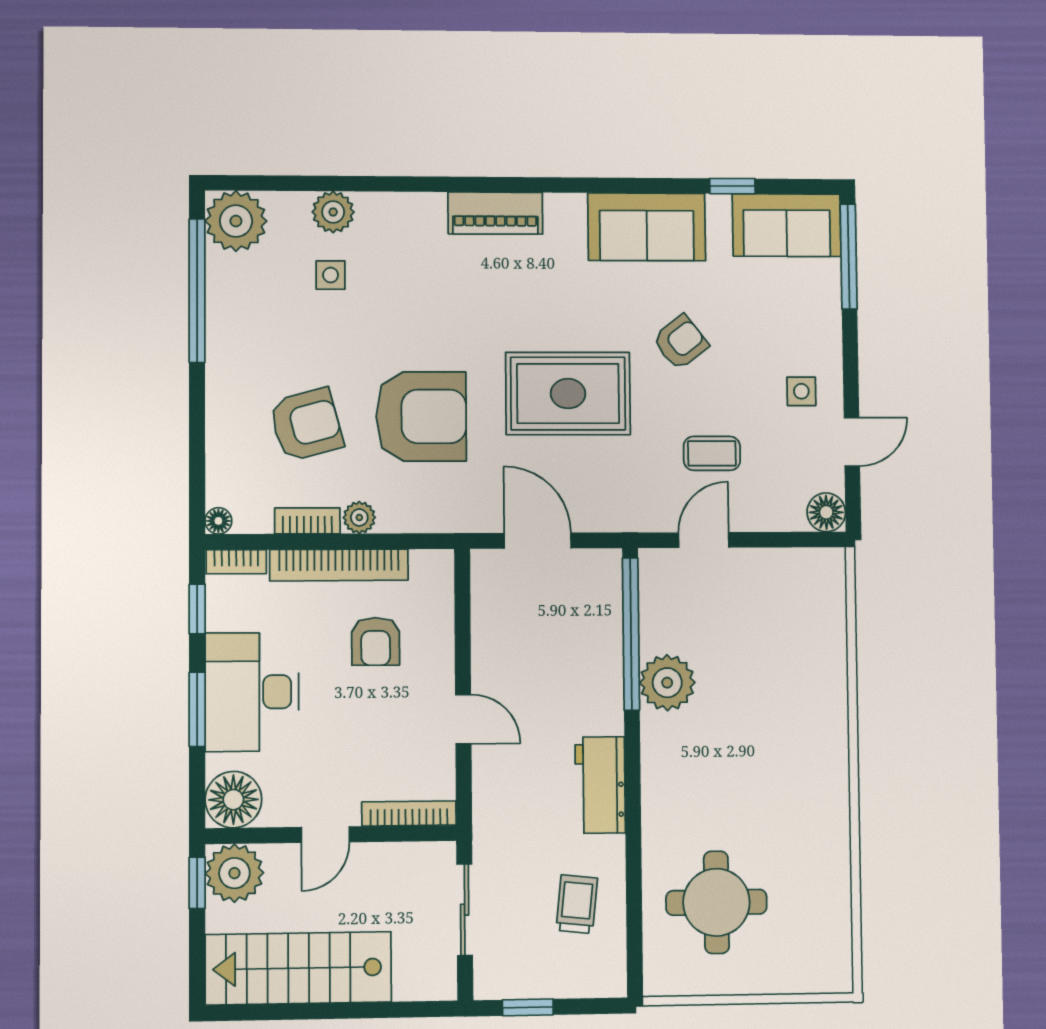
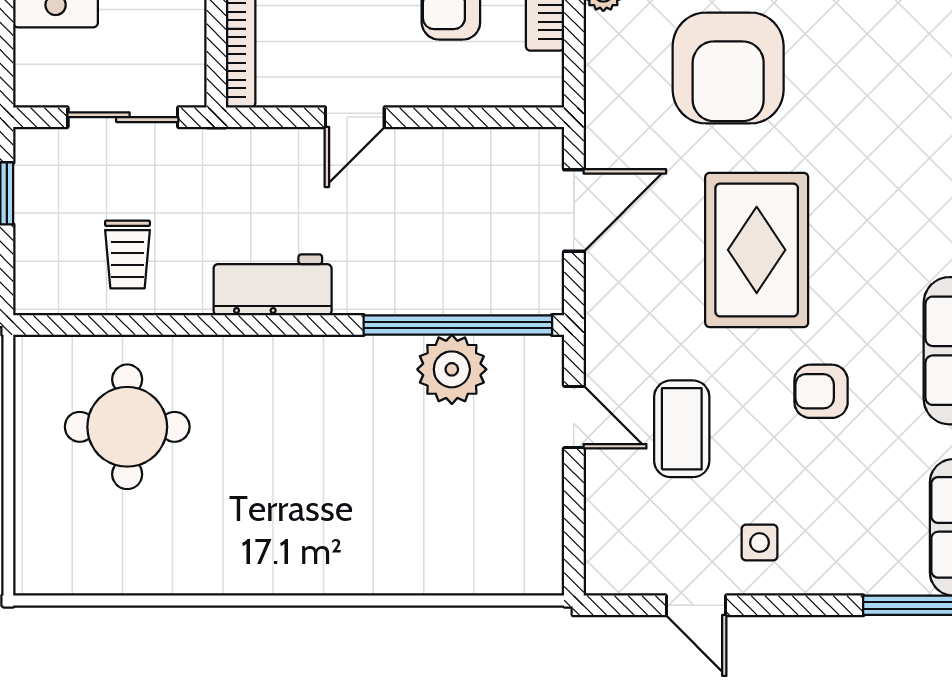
armchair: (680, 342) -> (821, 391), turned 128
coffee table: (712, 453) -> (682, 429), width x1.36, depth x1.30
floor lamp: (826, 512) -> (608, 571), removed
plant: (667, 683) -> (452, 369), moved
trolley: (577, 904) -> (127, 254), turned 84

